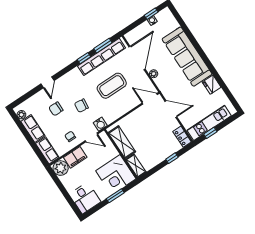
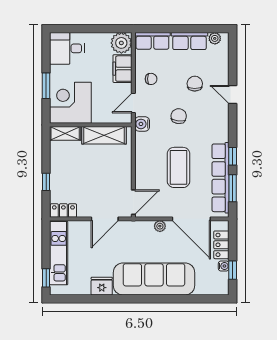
locker: (141, 30) -> (221, 245), added
window: (210, 133) -> (46, 278), moved

